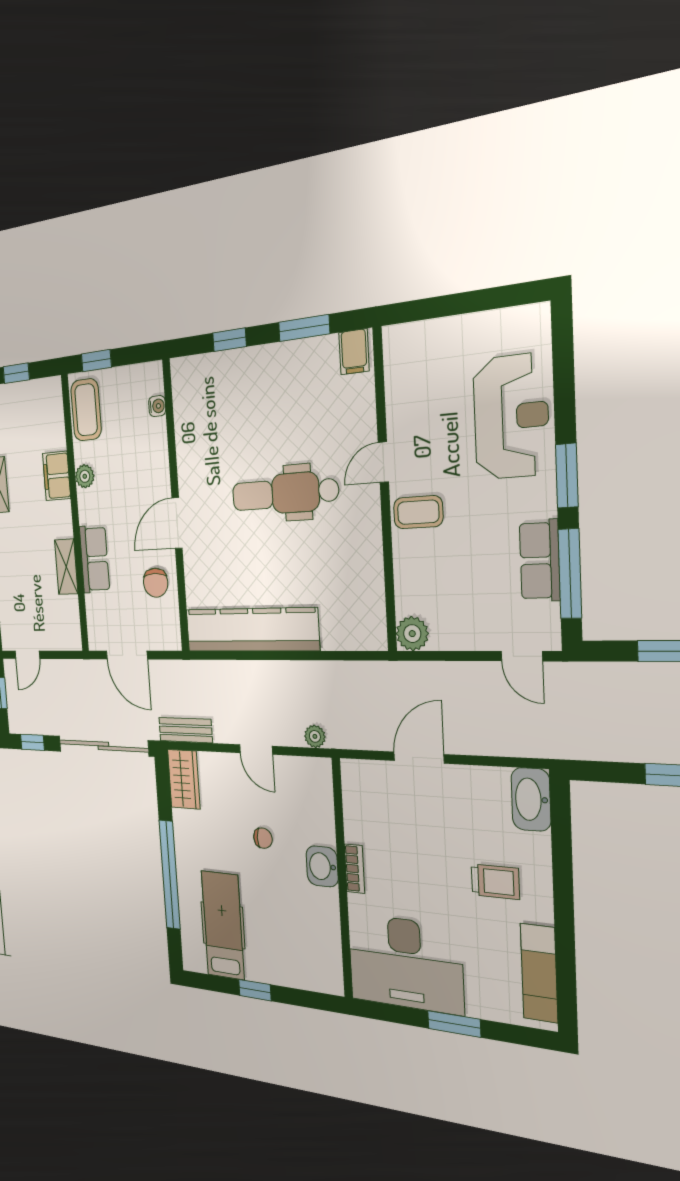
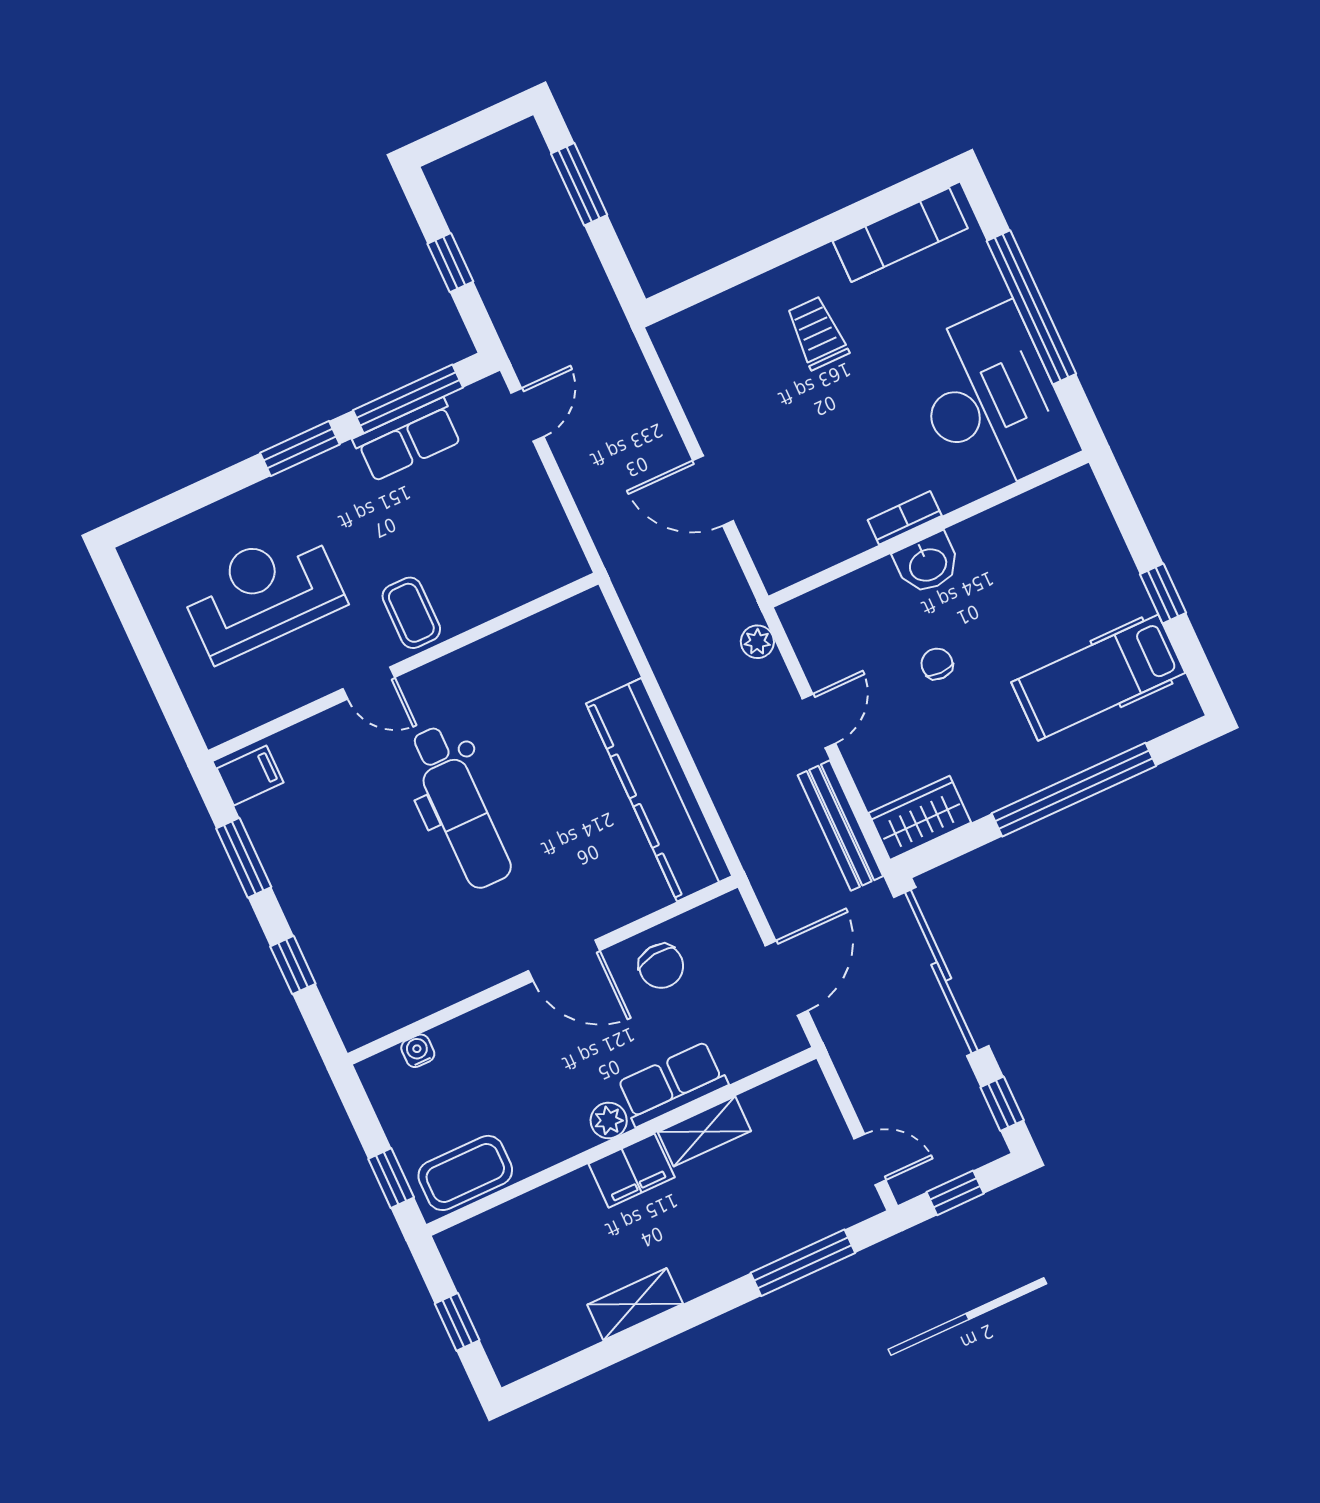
reception desk: (511, 417) -> (262, 593), moved
filing cabinet: (57, 476) -> (632, 1171), moved
plant: (85, 476) -> (609, 1120), moved
chair: (156, 583) -> (661, 966), turned 83
plant: (412, 634) -> (562, 561), removed
bench: (185, 730) -> (840, 826), width x1.36
washbasin: (531, 799) -> (693, 333), removed
window: (454, 1024) -> (1031, 307), width x2.11

